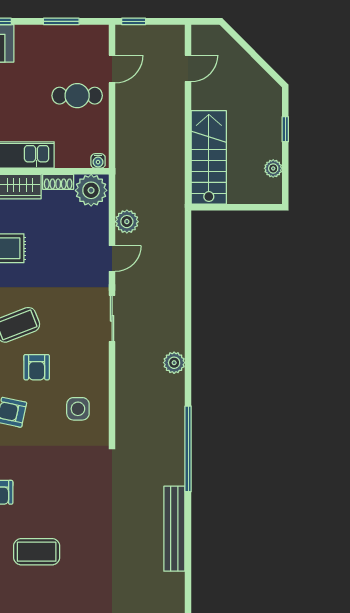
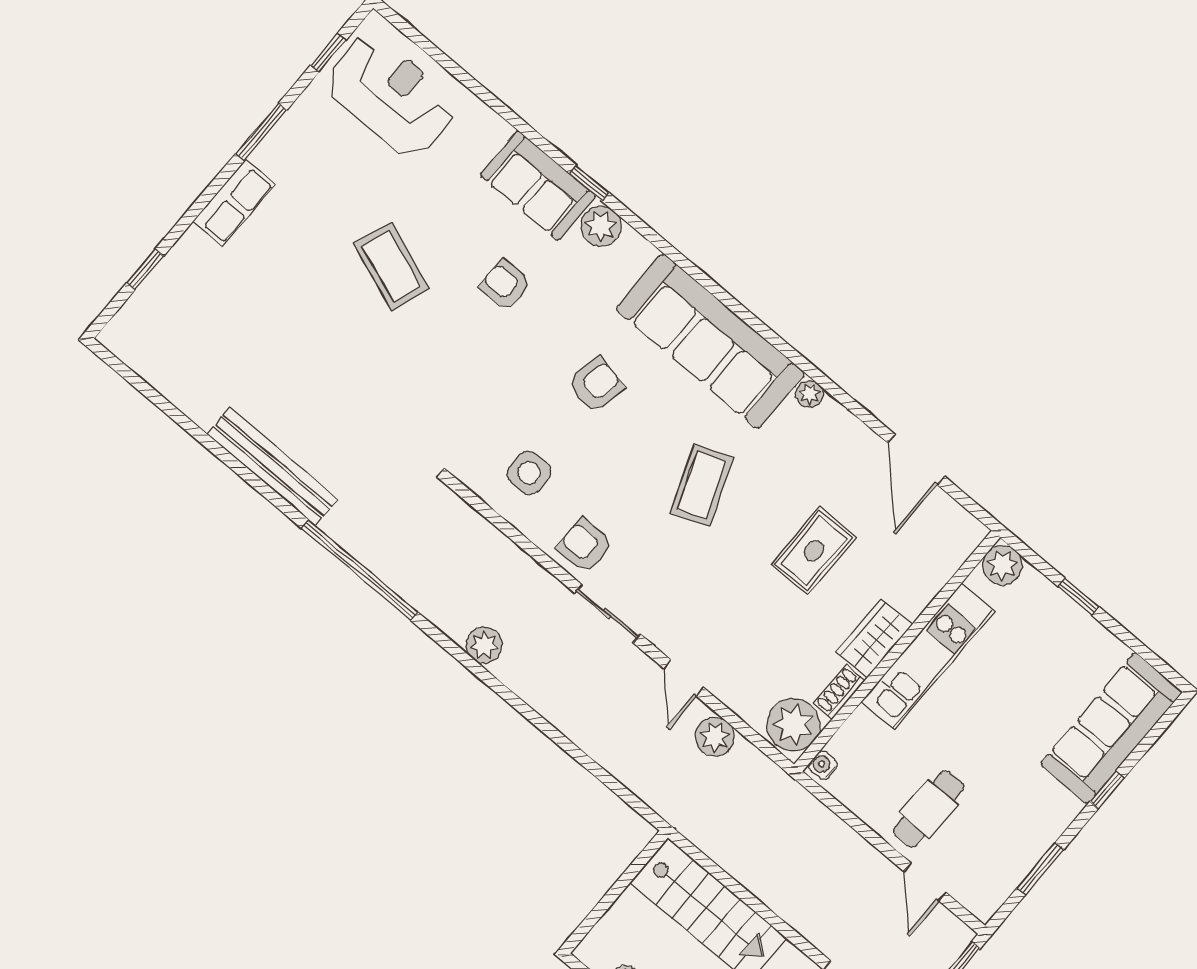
armchair: (37, 367) -> (585, 545), moved
coffee table: (37, 552) -> (391, 266), turned -70

